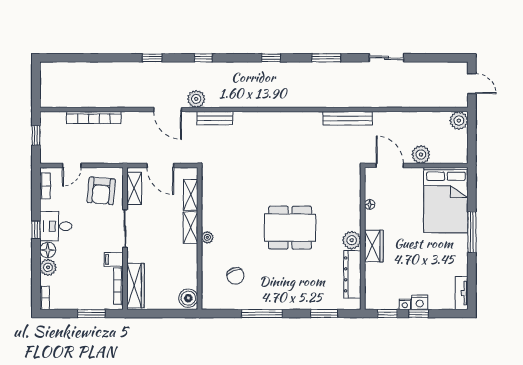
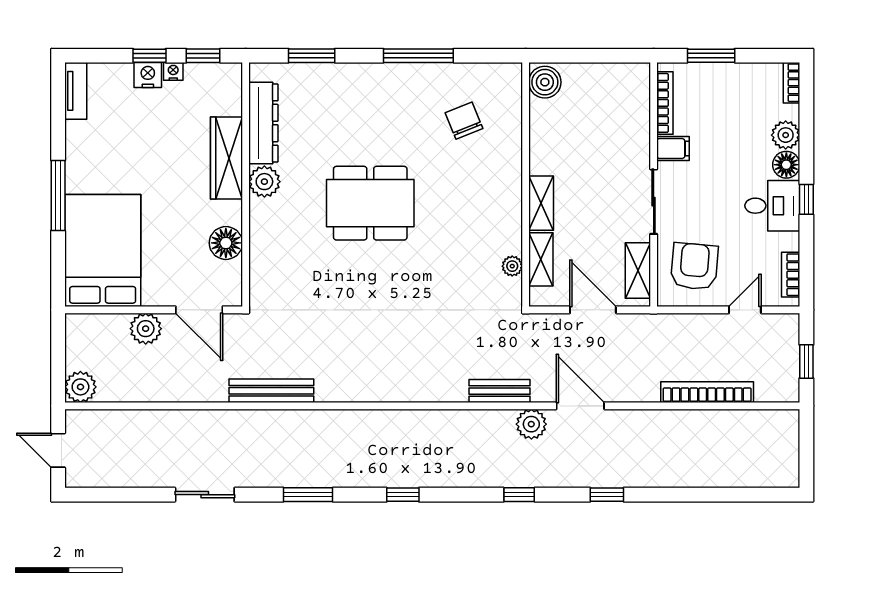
floor lamp: (370, 204) -> (226, 243), width x1.89, depth x1.89
plant: (207, 237) -> (512, 266), moved
wardrobe: (374, 246) -> (226, 158), width x1.50
wardrobe: (135, 286) -> (635, 104), removed

